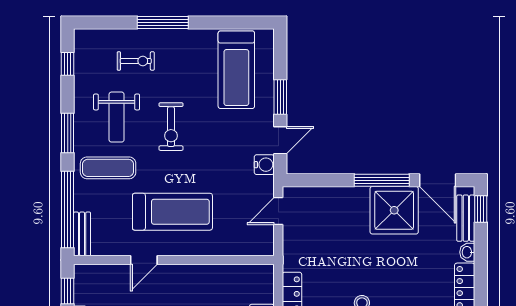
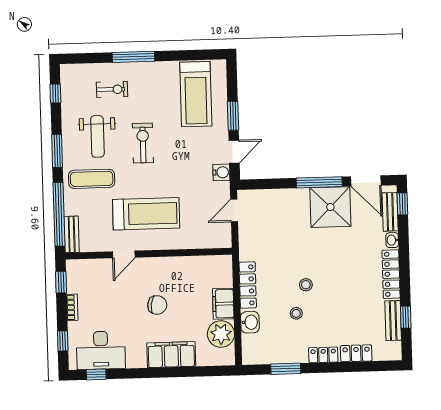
exercise bike: (171, 127) -> (143, 143), turned 180

